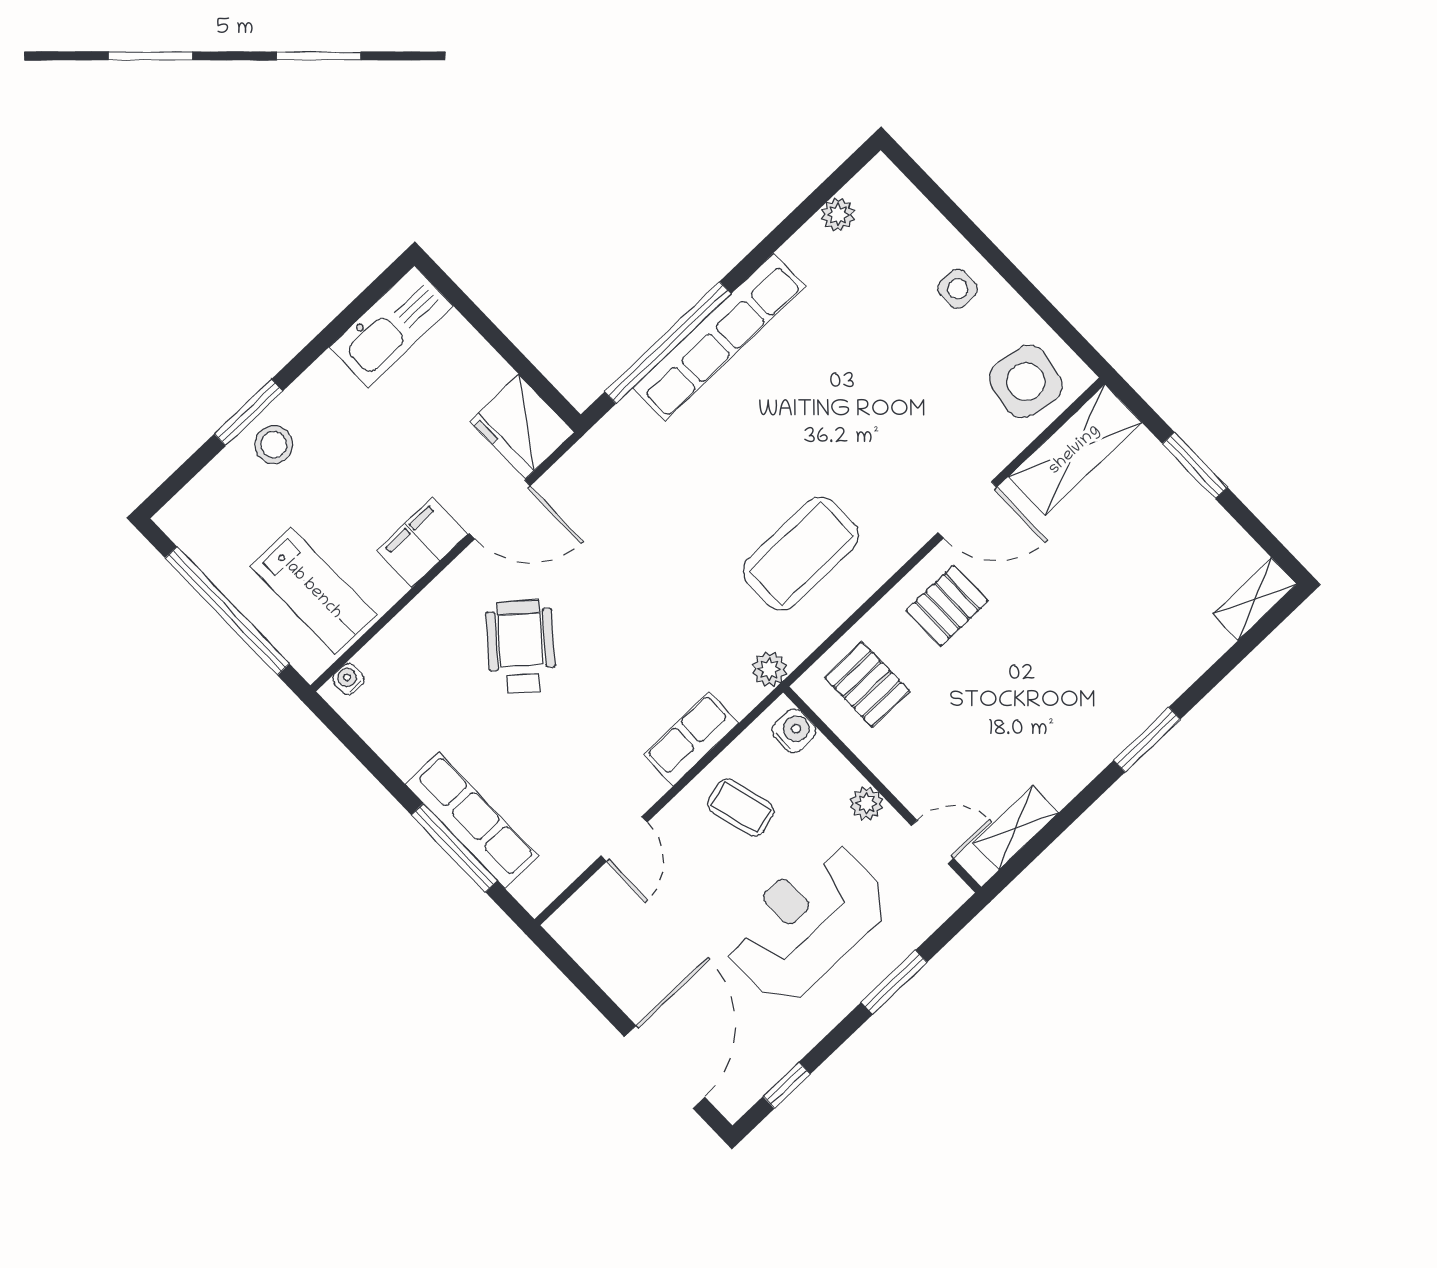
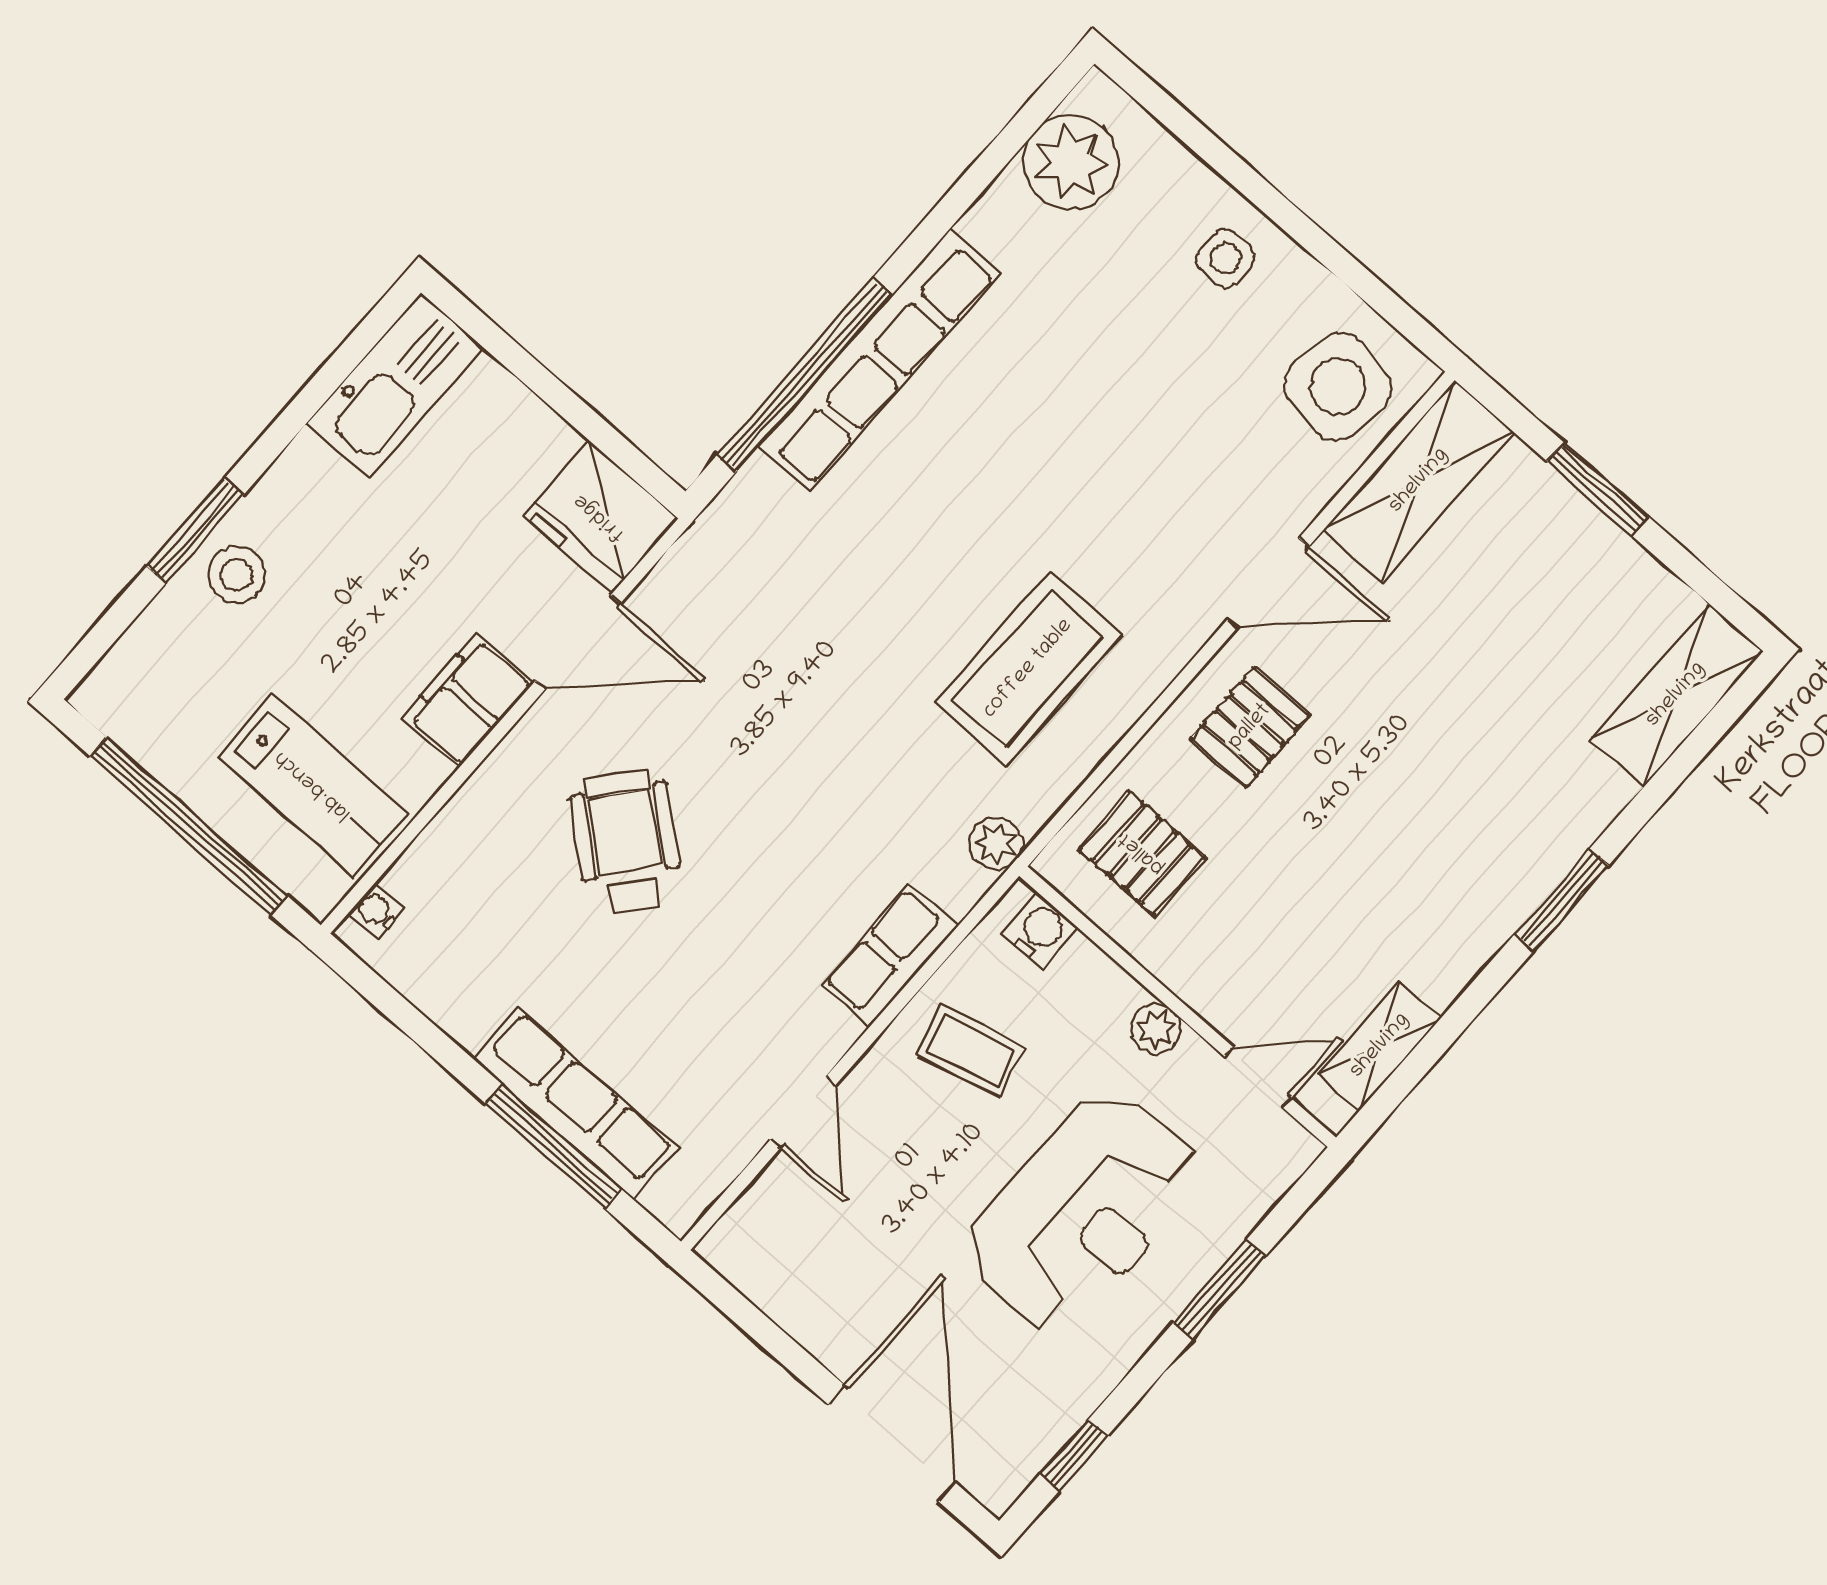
plant: (838, 215) -> (1071, 162), width x1.88, depth x1.88
shelving: (1255, 599) -> (1676, 695), width x1.50, depth x1.33
reception desk: (806, 922) -> (1082, 1212), turned 180

